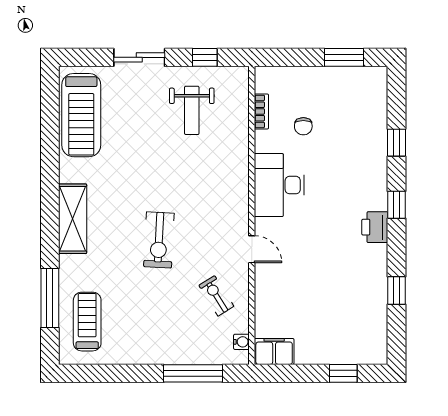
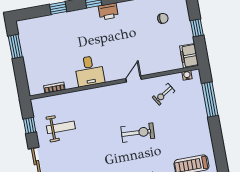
chair: (303, 126) -> (163, 18), moved
desk: (279, 185) -> (89, 71), width x0.73
window: (343, 373) -> (197, 28), moved

